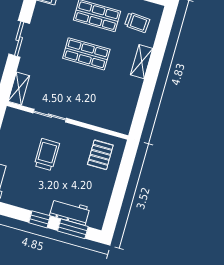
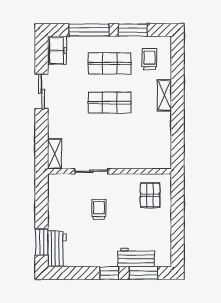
trolley: (137, 22) -> (150, 59), turned -94
sliding door: (19, 39) -> (42, 91), moved
trolley: (47, 155) -> (99, 209), width x0.73, depth x0.72

